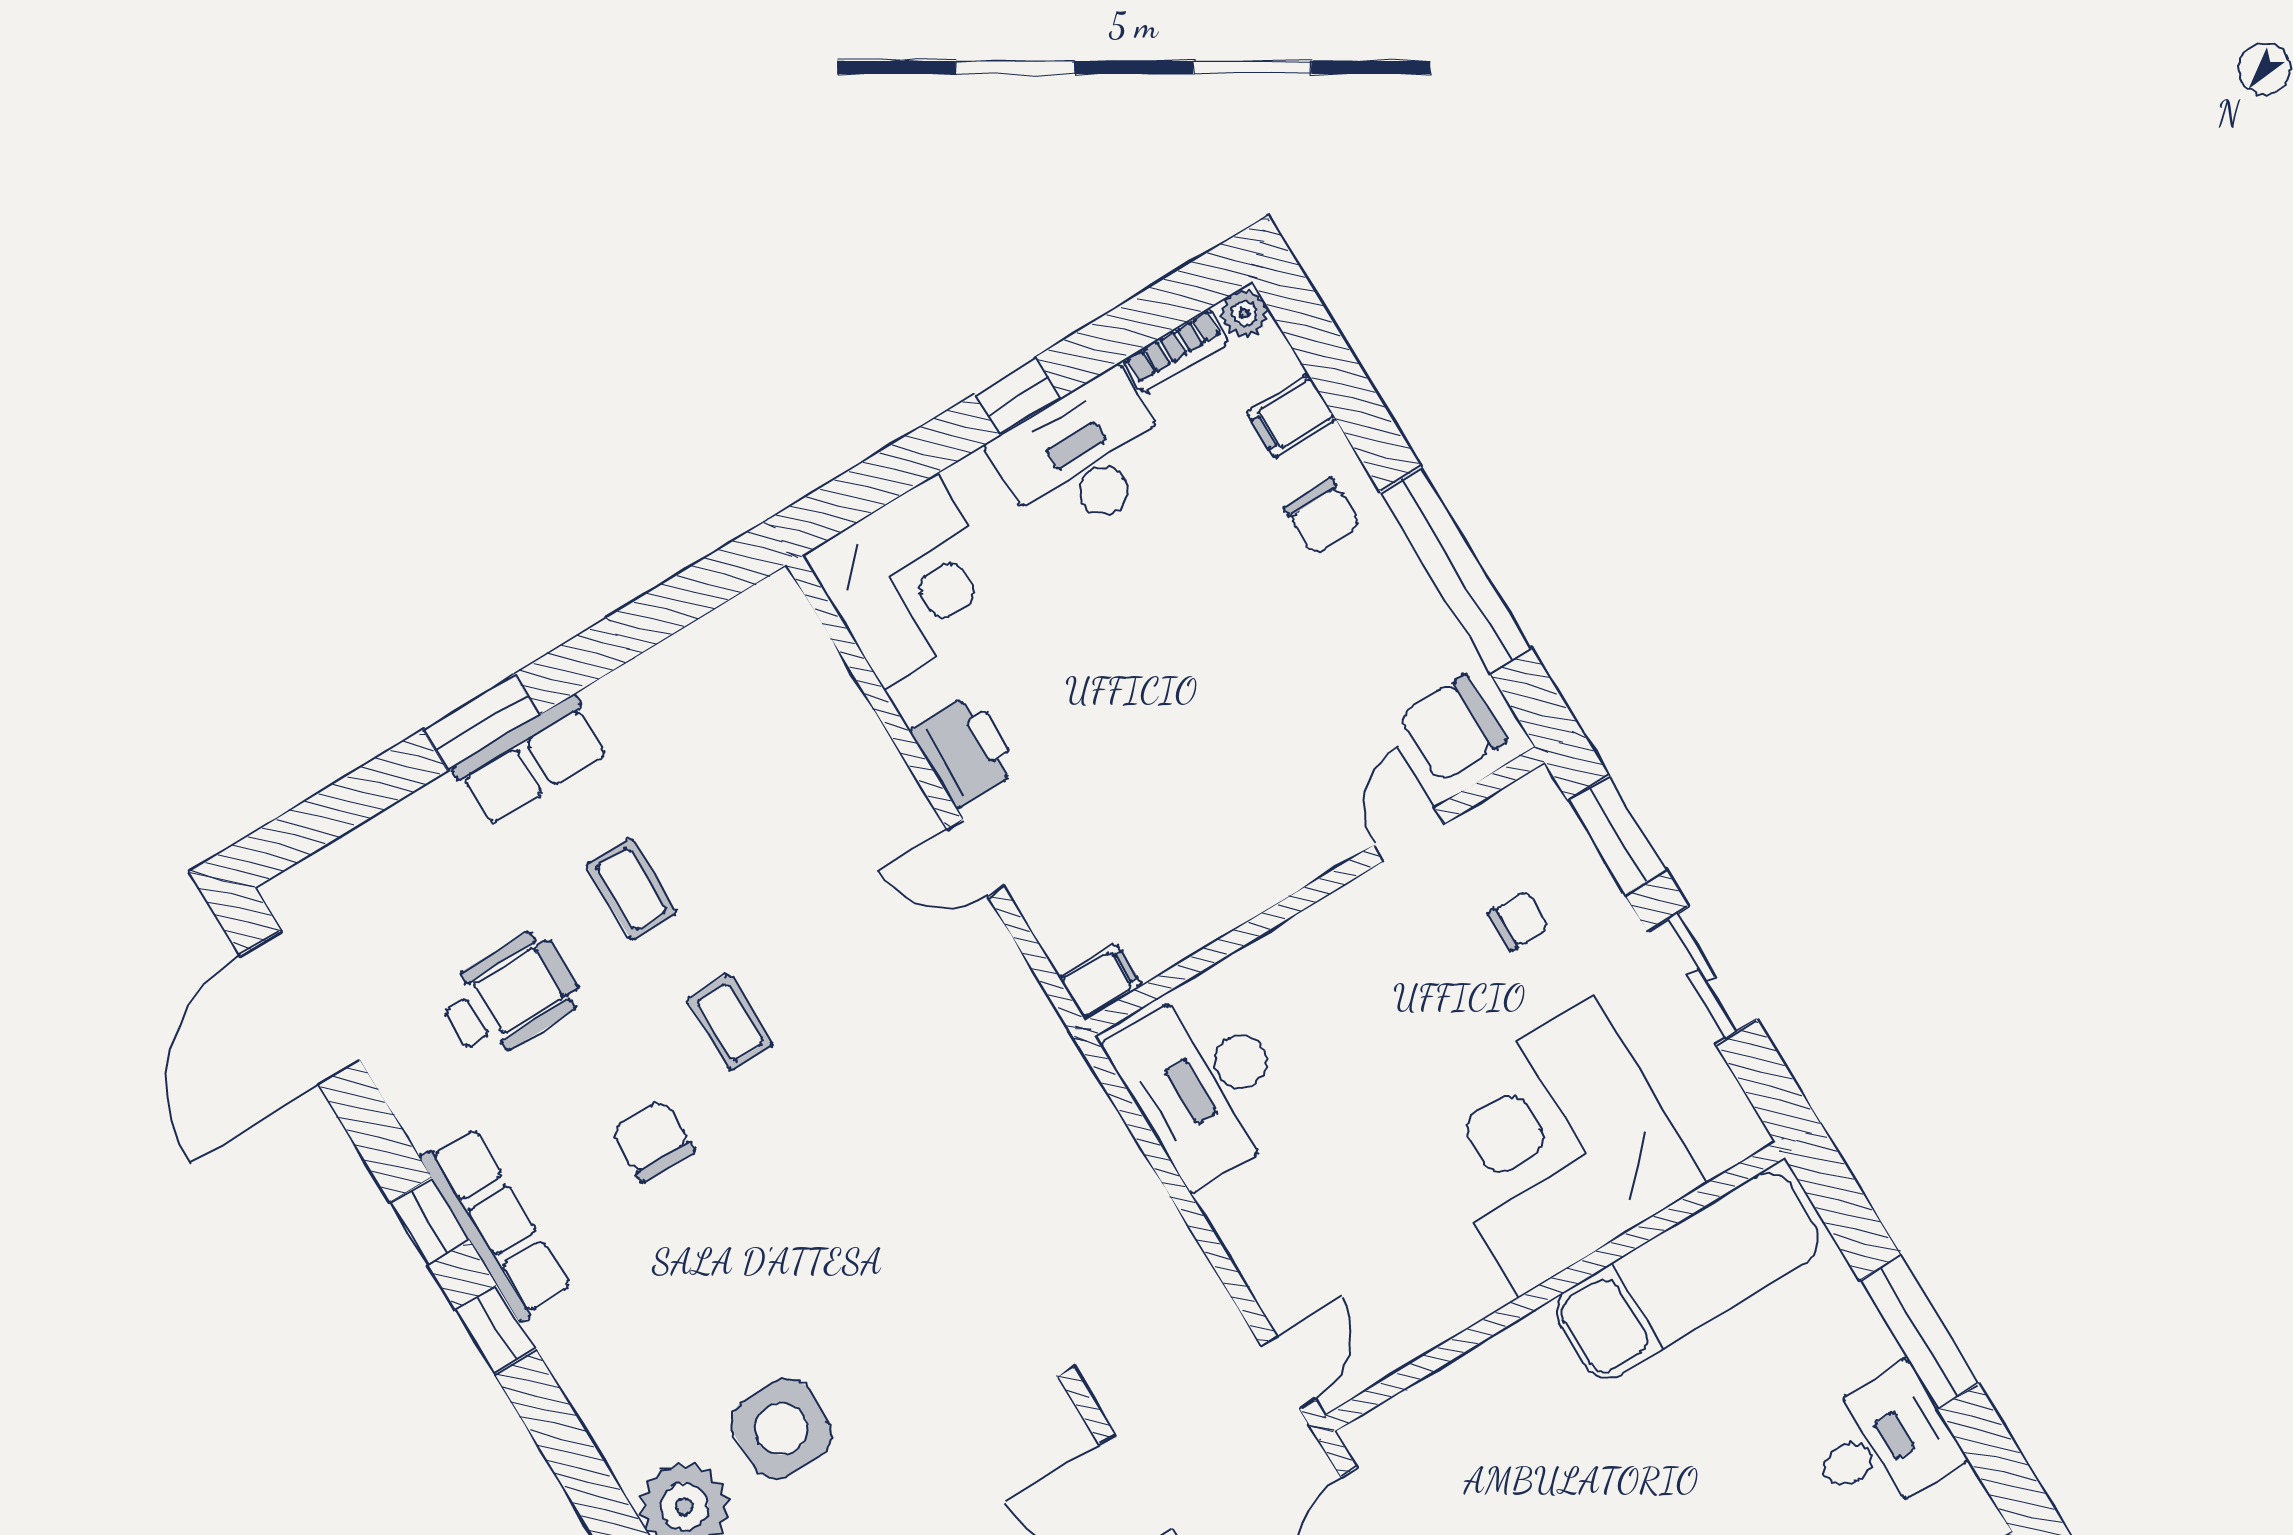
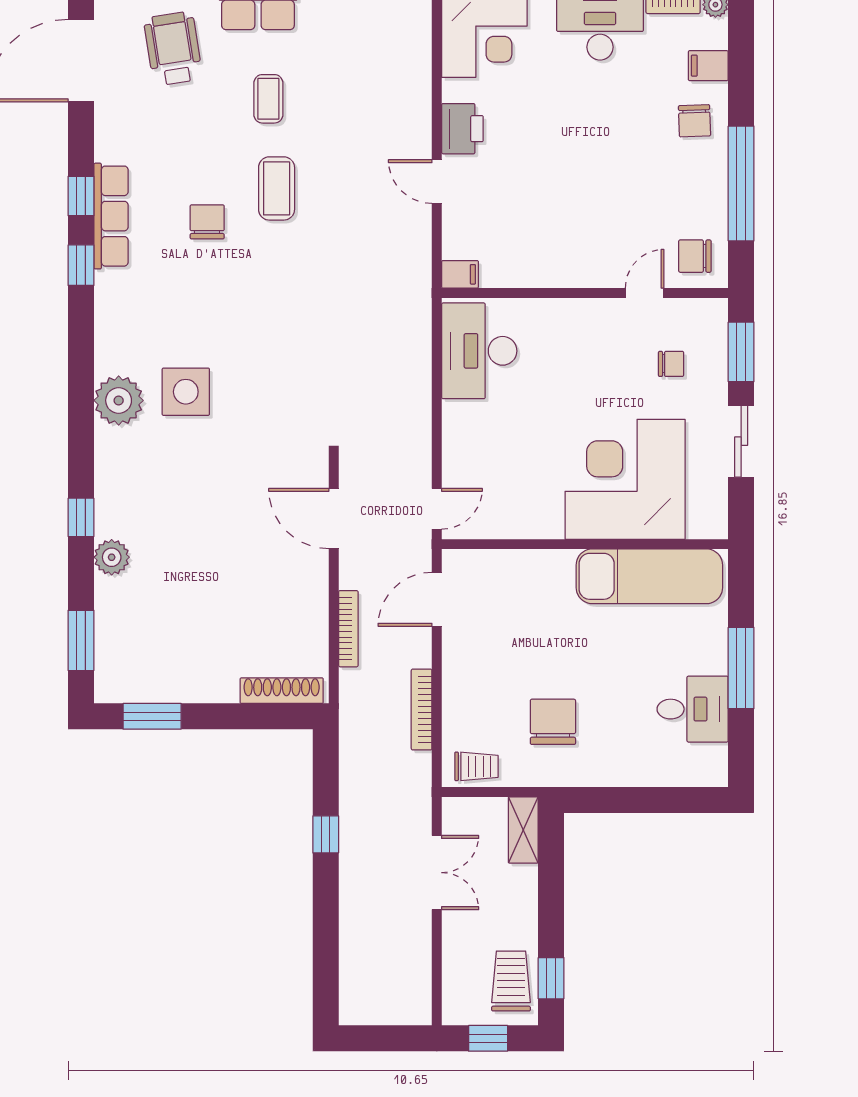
chair: (1453, 728) -> (695, 256), width x0.73, depth x0.73
wheelchair: (510, 996) -> (173, 49), moved, turned -99
coffee table: (730, 1022) -> (277, 188), width x1.36, depth x1.30

